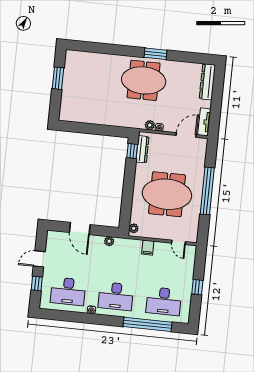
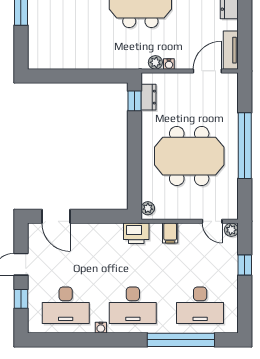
dresser: (142, 149) -> (149, 97), width x0.70
door: (80, 229) -> (56, 216), moved
plant: (109, 241) -> (231, 230), moved
printer: (124, 245) -> (136, 233), added
window: (197, 287) -> (245, 265), moved

